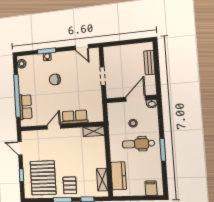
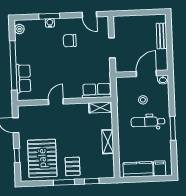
chair: (55, 79) -> (70, 41), moved
row of seats: (75, 117) -> (97, 91), moved
kitchen counter: (119, 176) -> (138, 169), moved, turned -90
shelving: (102, 180) -> (108, 142), moved

